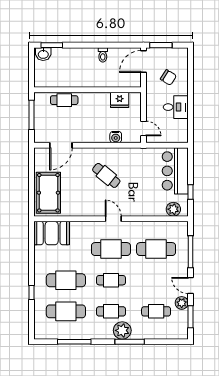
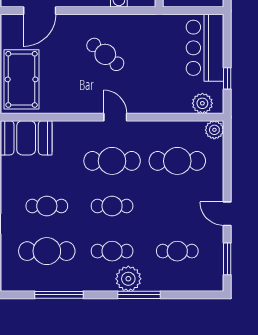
window: (191, 252) -> (227, 165), removed
cafe table: (66, 280) -> (47, 206), width x0.73, depth x0.74
plant: (182, 303) -> (214, 130), moved

